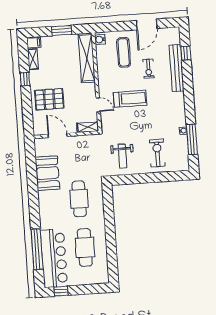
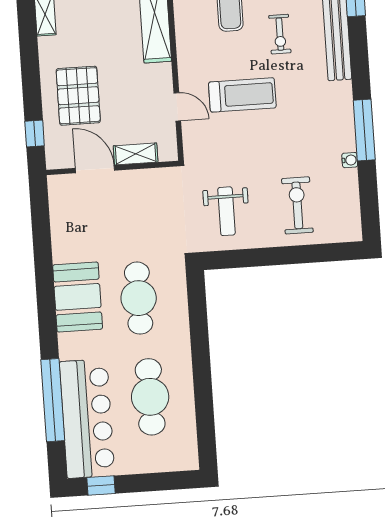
window: (25, 79) -> (35, 133), moved
pallet: (49, 99) -> (78, 96), turned 90
shelving: (88, 127) -> (136, 154), moved
window: (192, 139) -> (364, 130), moved
booth: (47, 173) -> (78, 297), moved

